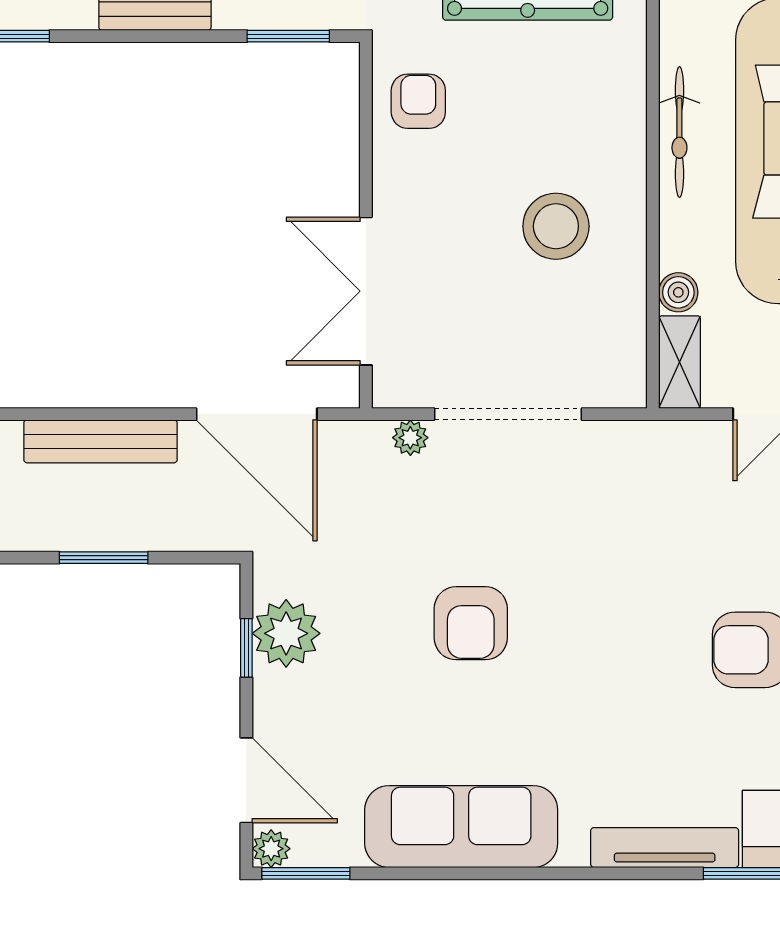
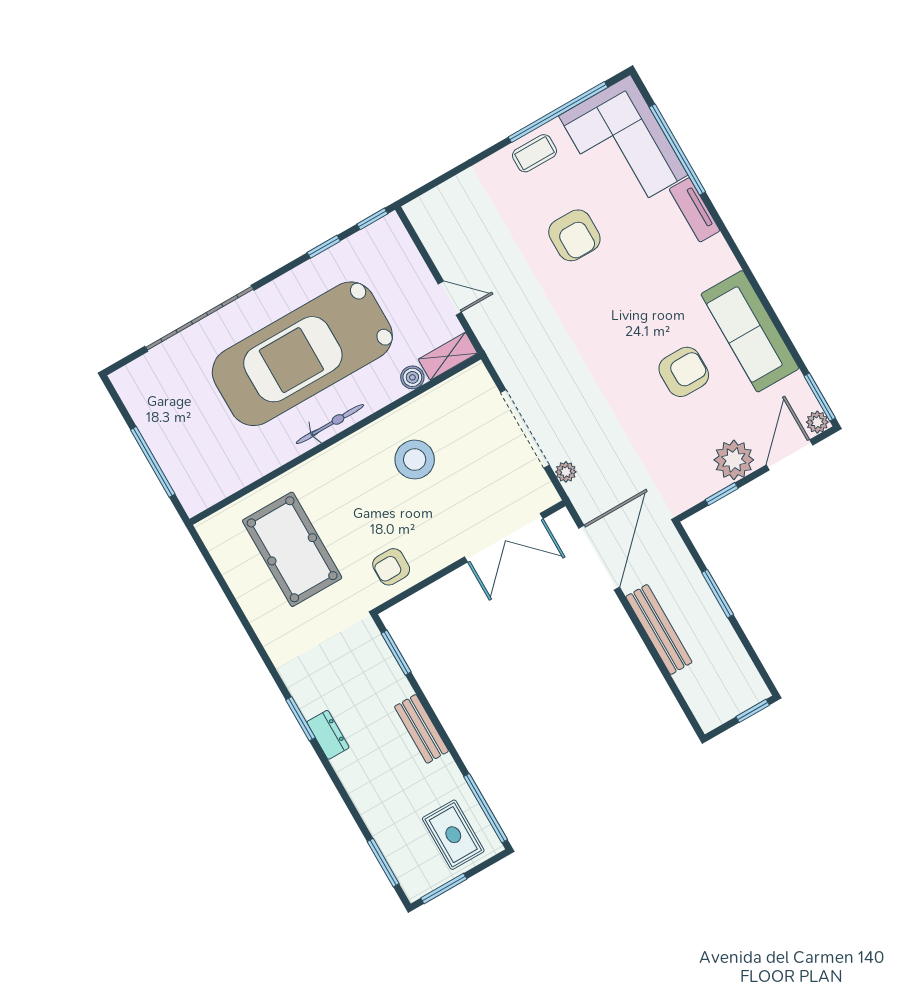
armchair: (471, 623) -> (684, 372), moved
plant: (286, 633) -> (734, 460), moved
tv unit: (665, 848) -> (695, 210), width x0.71

